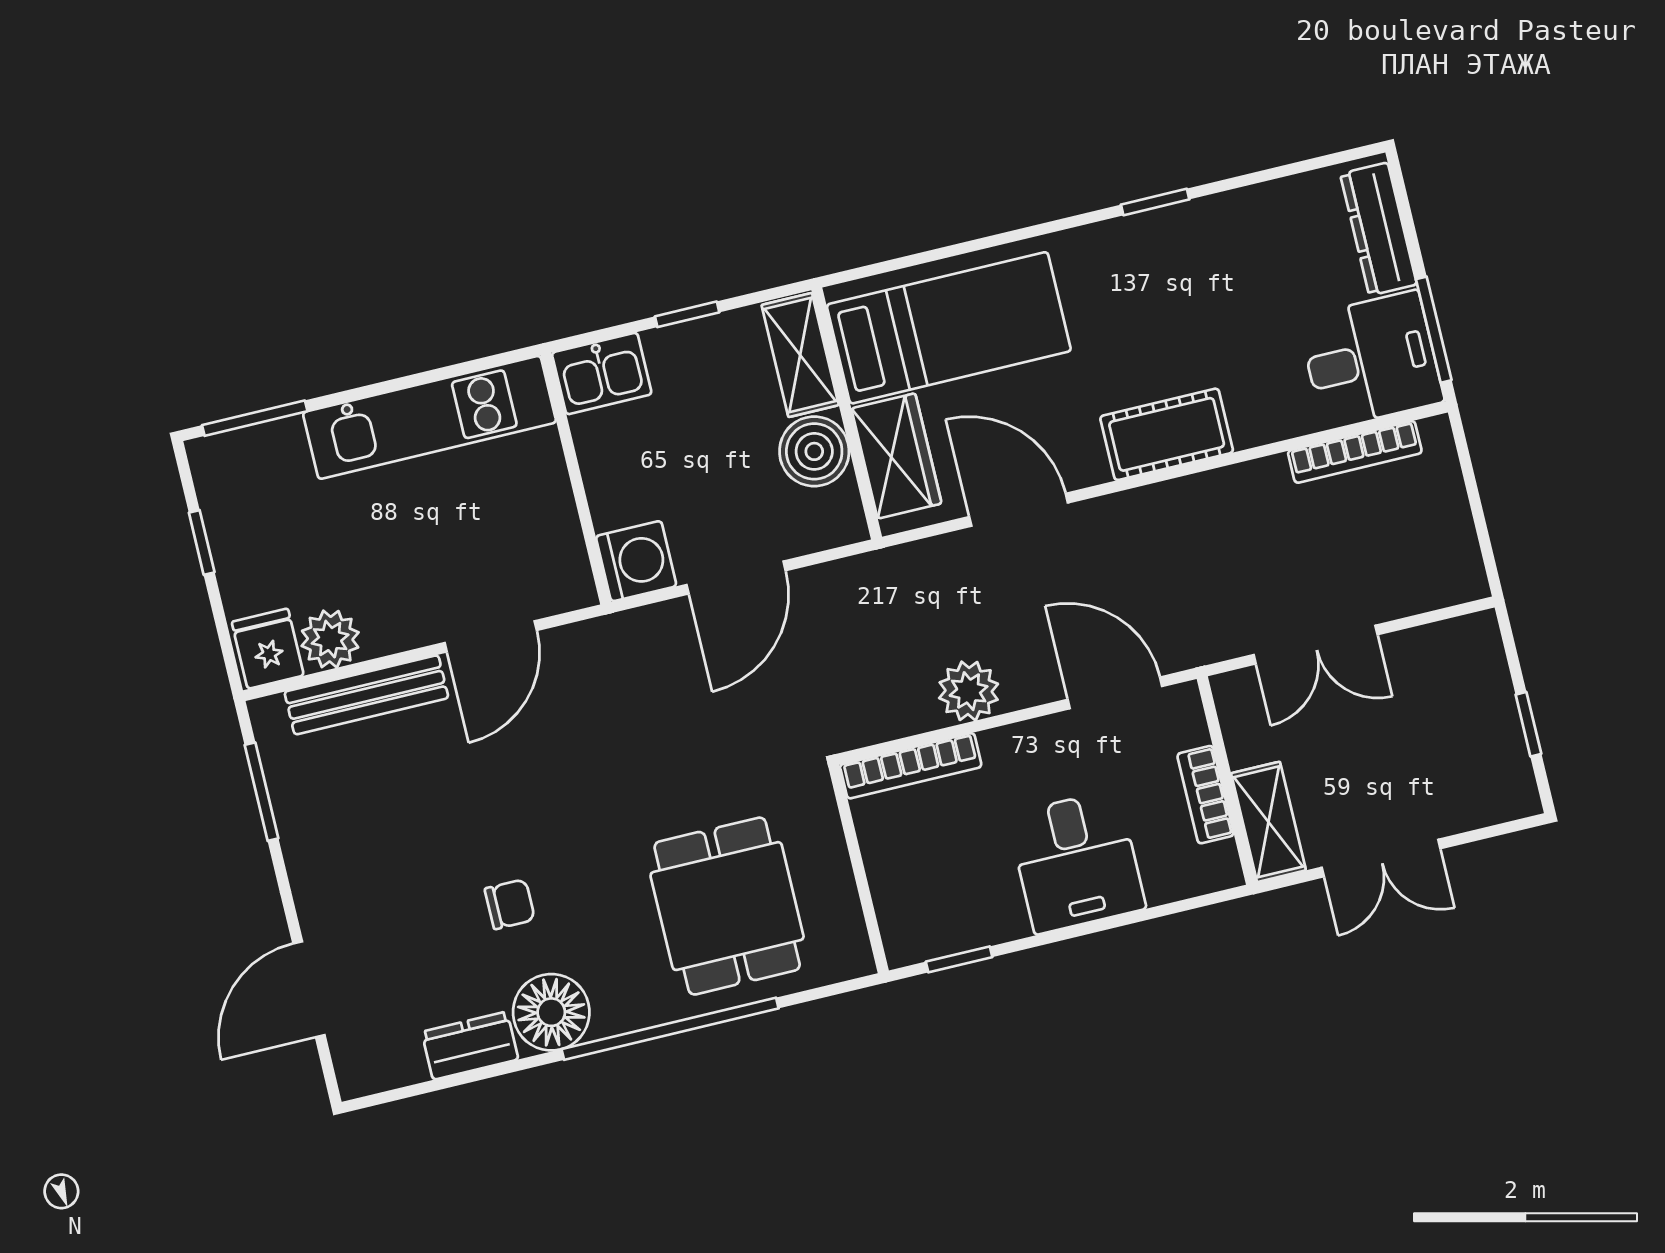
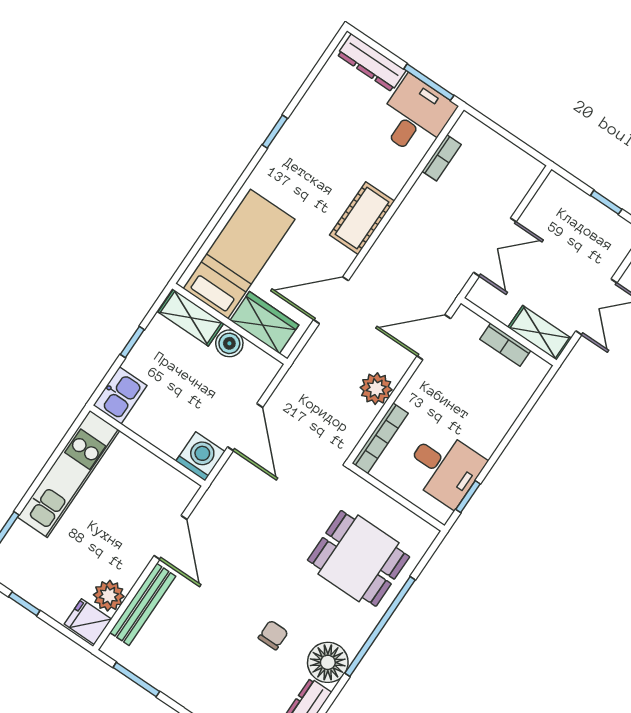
boiler: (814, 451) -> (229, 343), width x0.73, depth x0.73
bookcase: (1355, 452) -> (442, 158), width x0.64
desk: (1076, 862) -> (444, 468), moved

